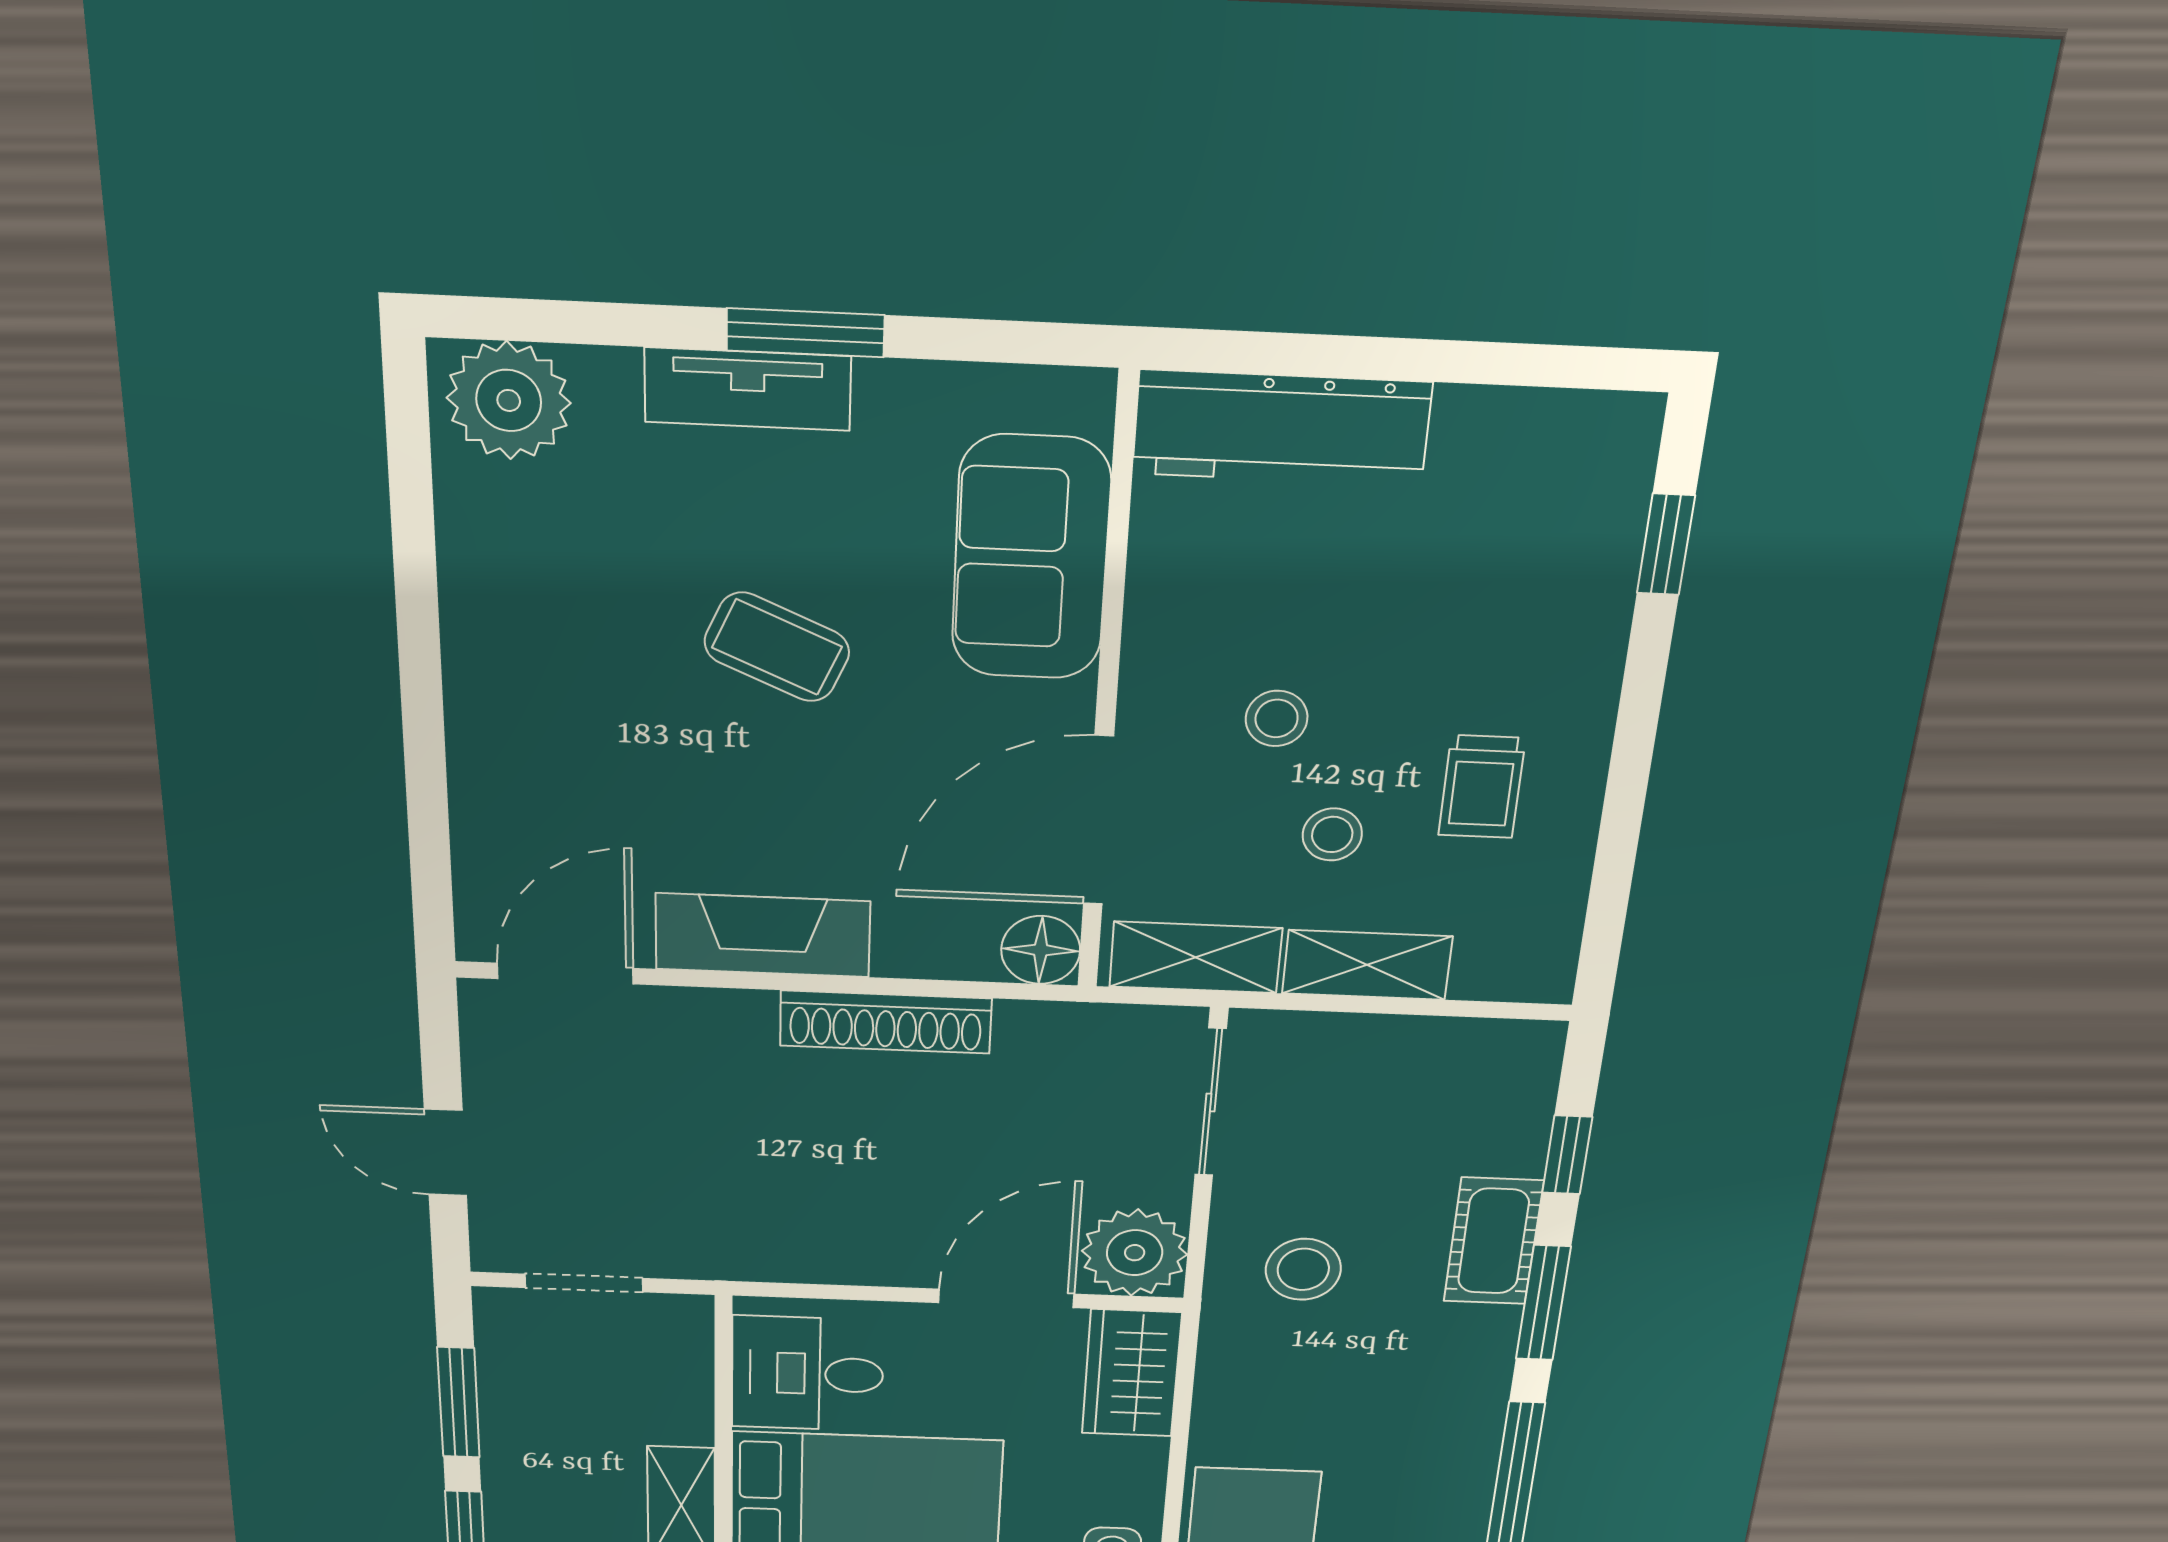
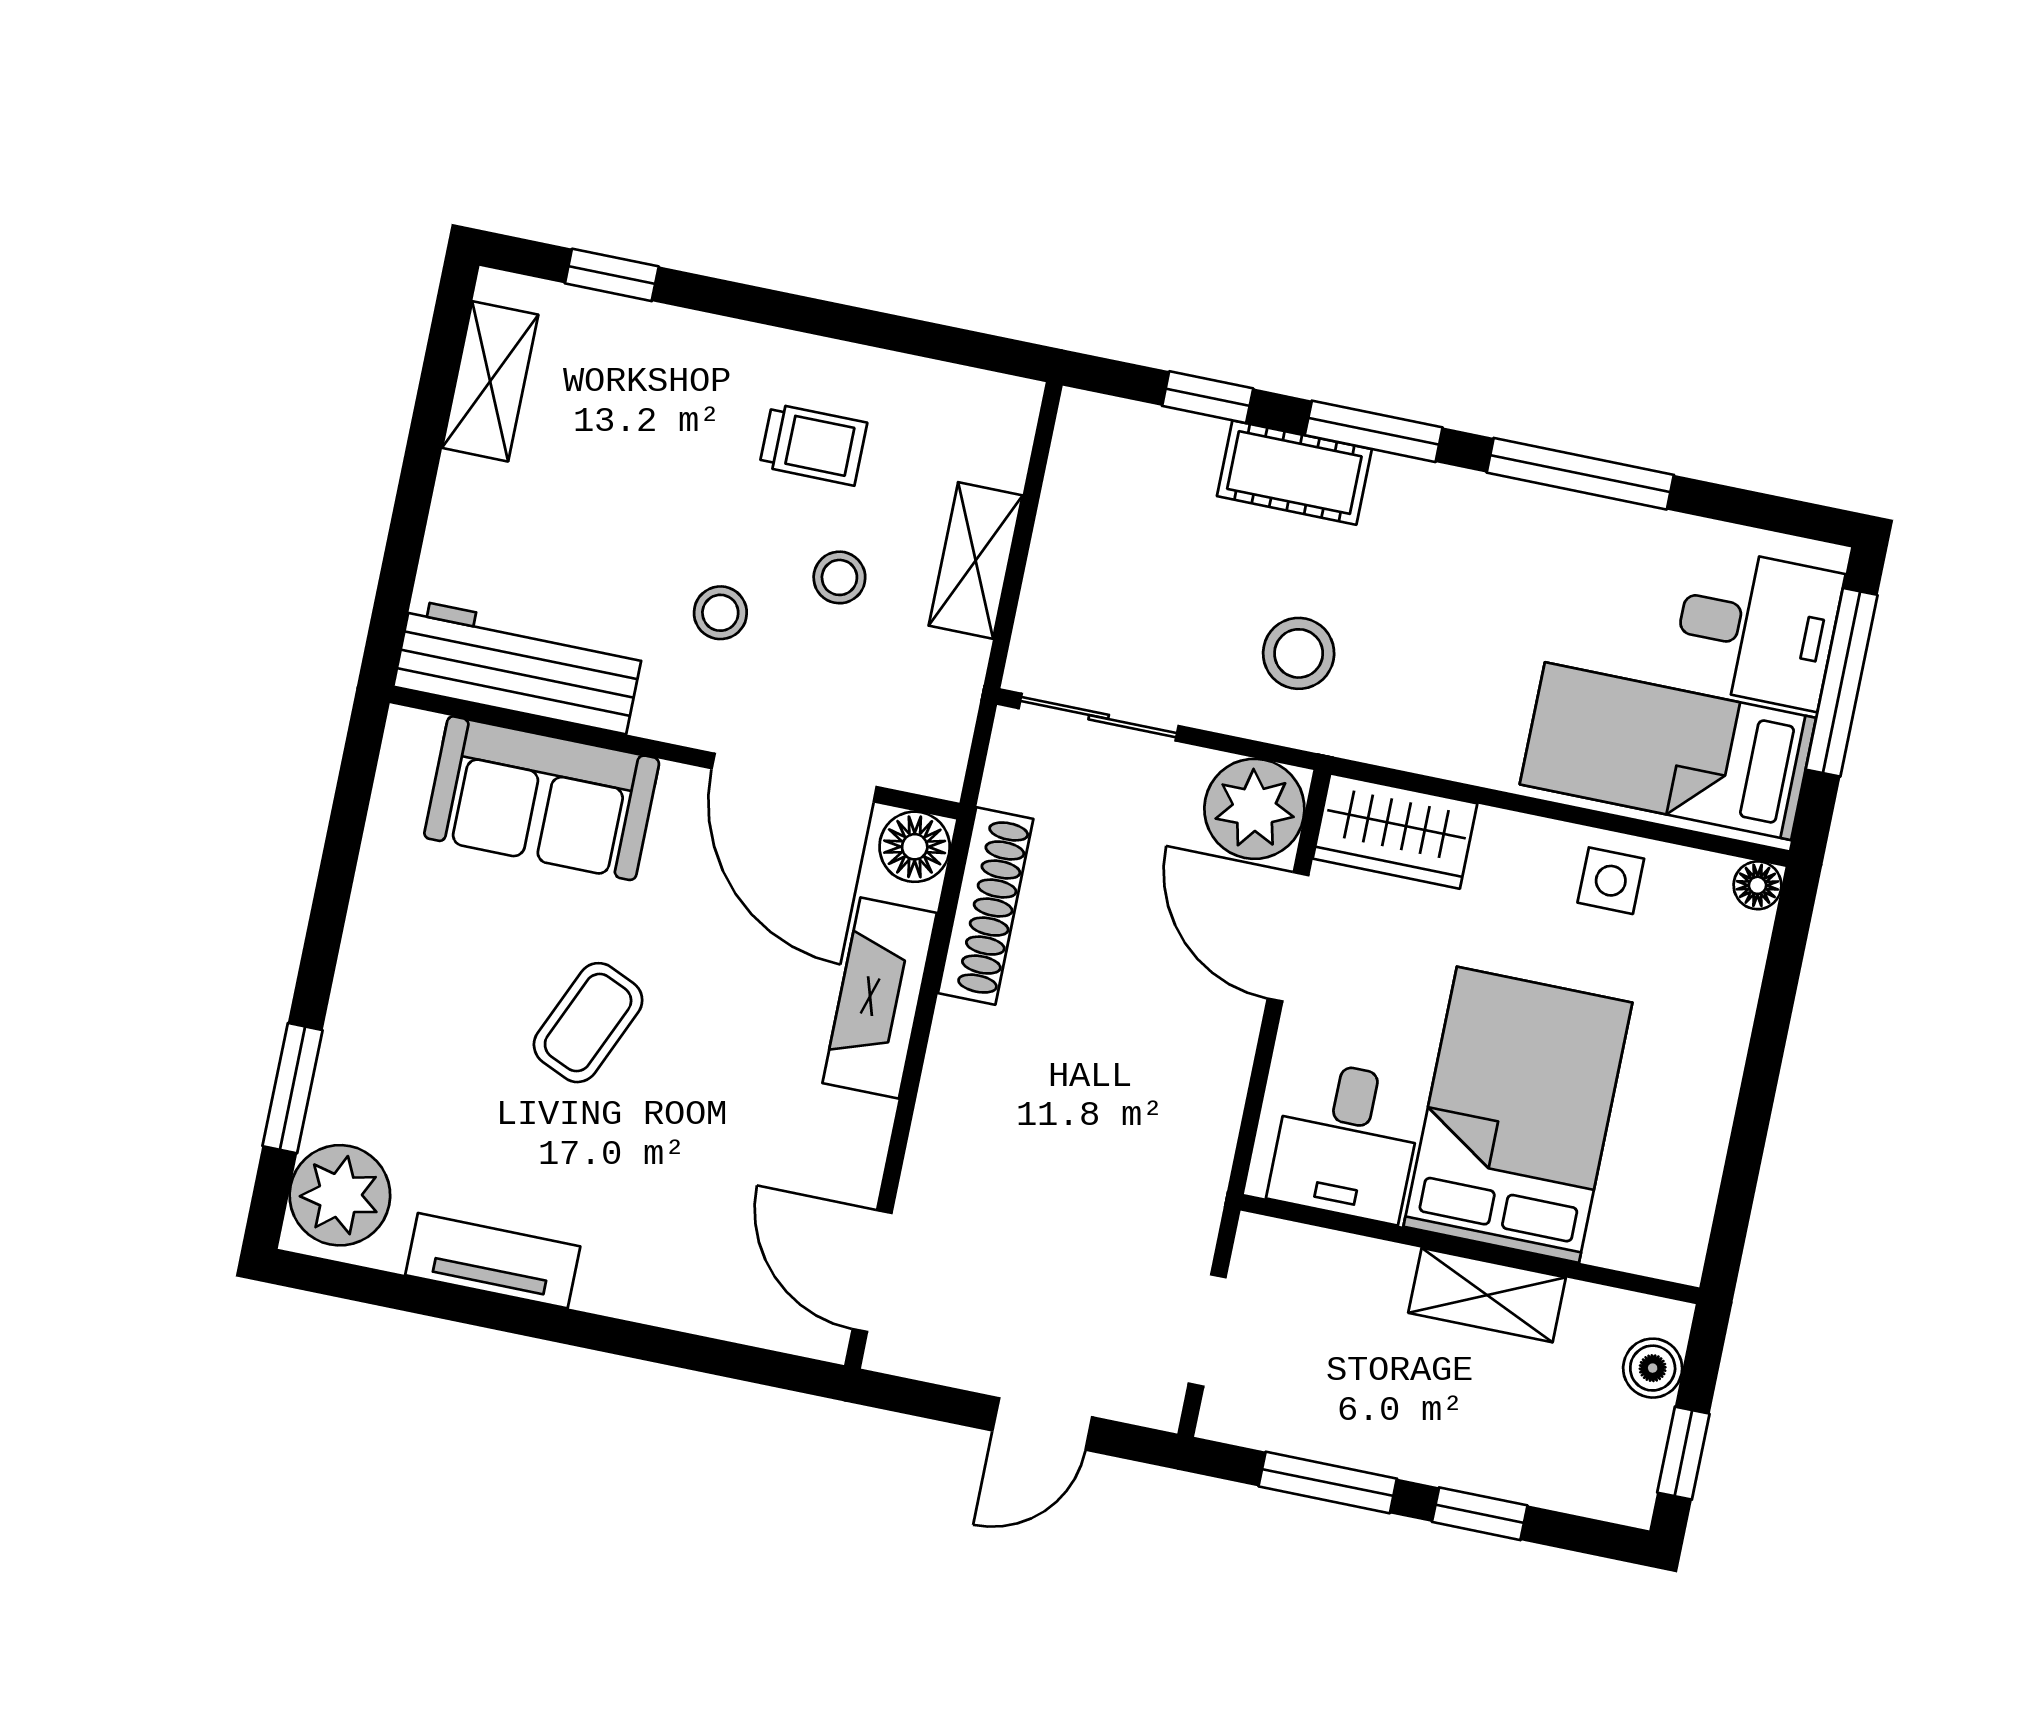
window: (806, 333) -> (293, 1088), moved
tv unit: (748, 389) -> (493, 1261), moved, turned -90
workbench: (1282, 428) -> (519, 667), moved, turned -90
fireplace: (763, 935) -> (880, 998), moved
shelving: (1196, 957) -> (490, 381), moved
shoe rack: (886, 1022) -> (986, 906), moved

